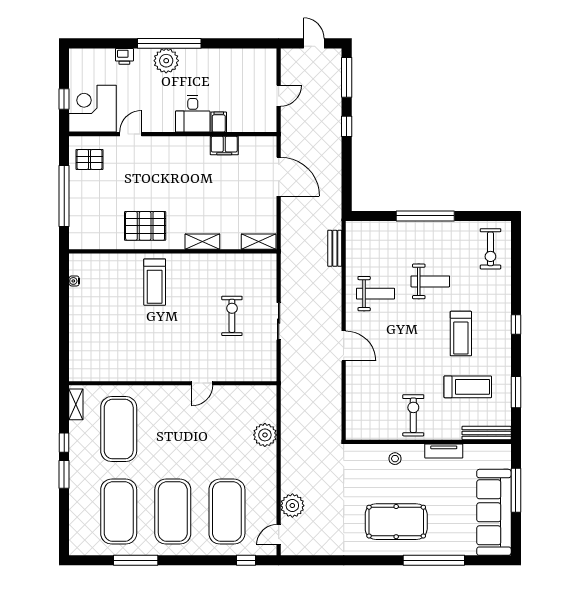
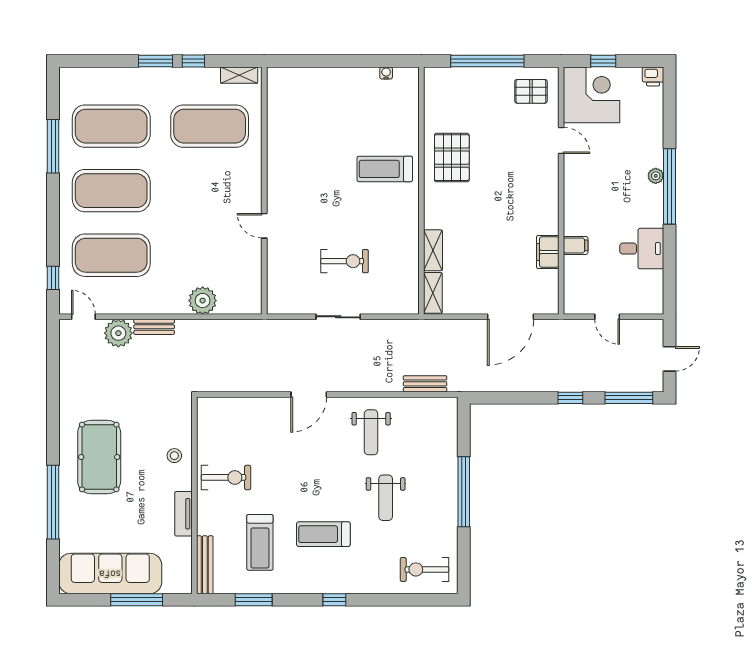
printer: (124, 56) -> (653, 76), moved, turned -90
plant: (166, 61) -> (656, 176), width x0.53, depth x0.53
desk: (193, 114) -> (642, 249), moved, turned 180
pallet: (90, 159) -> (531, 91), turned 90
shelving: (202, 242) -> (433, 250), moved
bench: (287, 476) -> (154, 327), added

